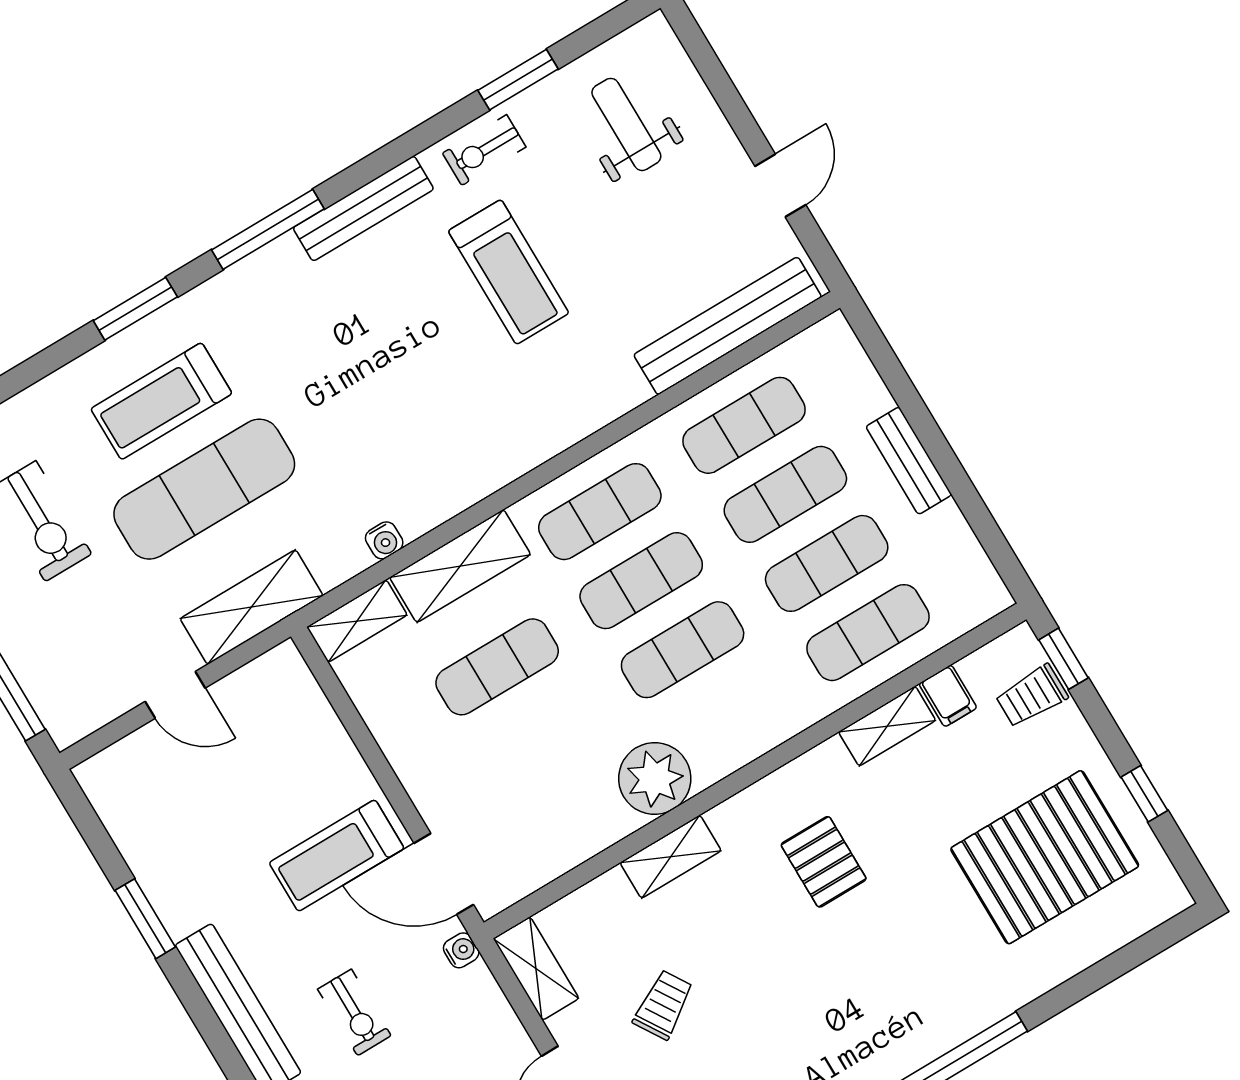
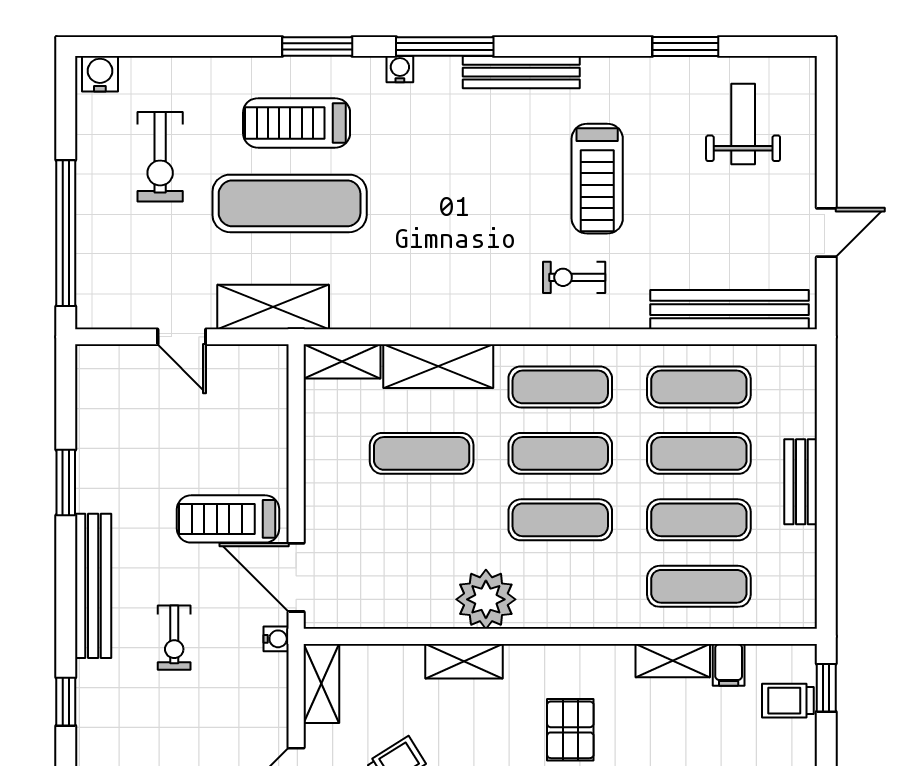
exercise bike: (484, 150) -> (574, 277), moved
water cooler: (384, 540) -> (400, 69), moved, turned 180

